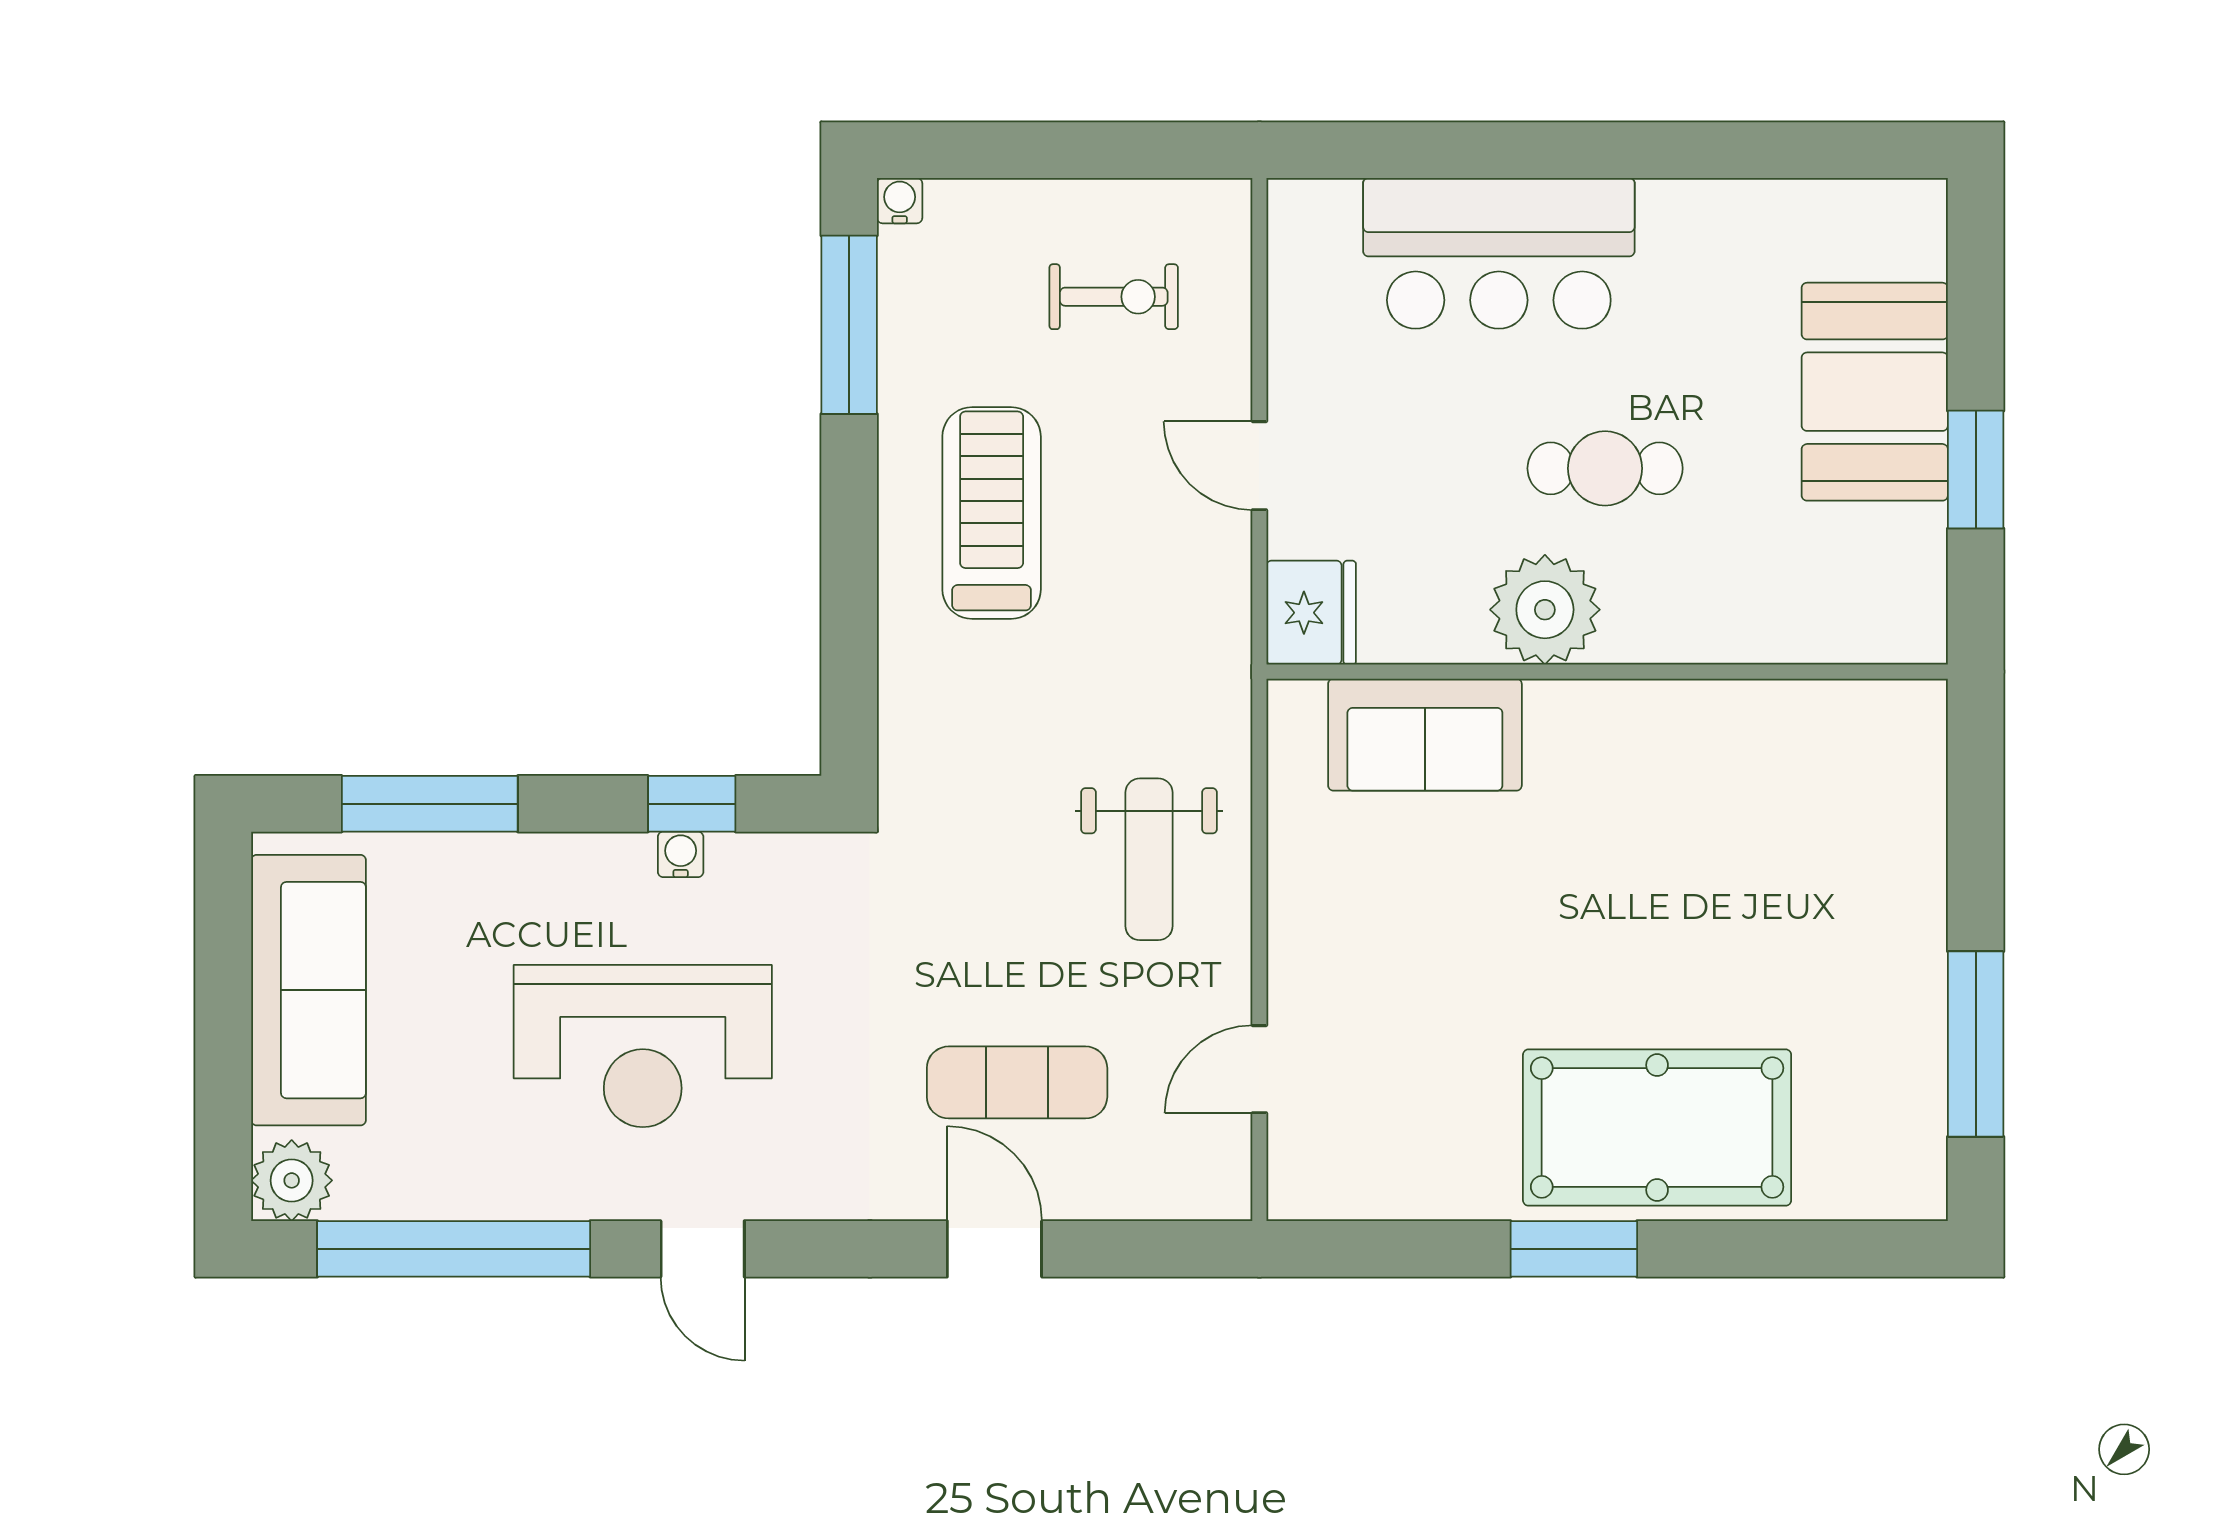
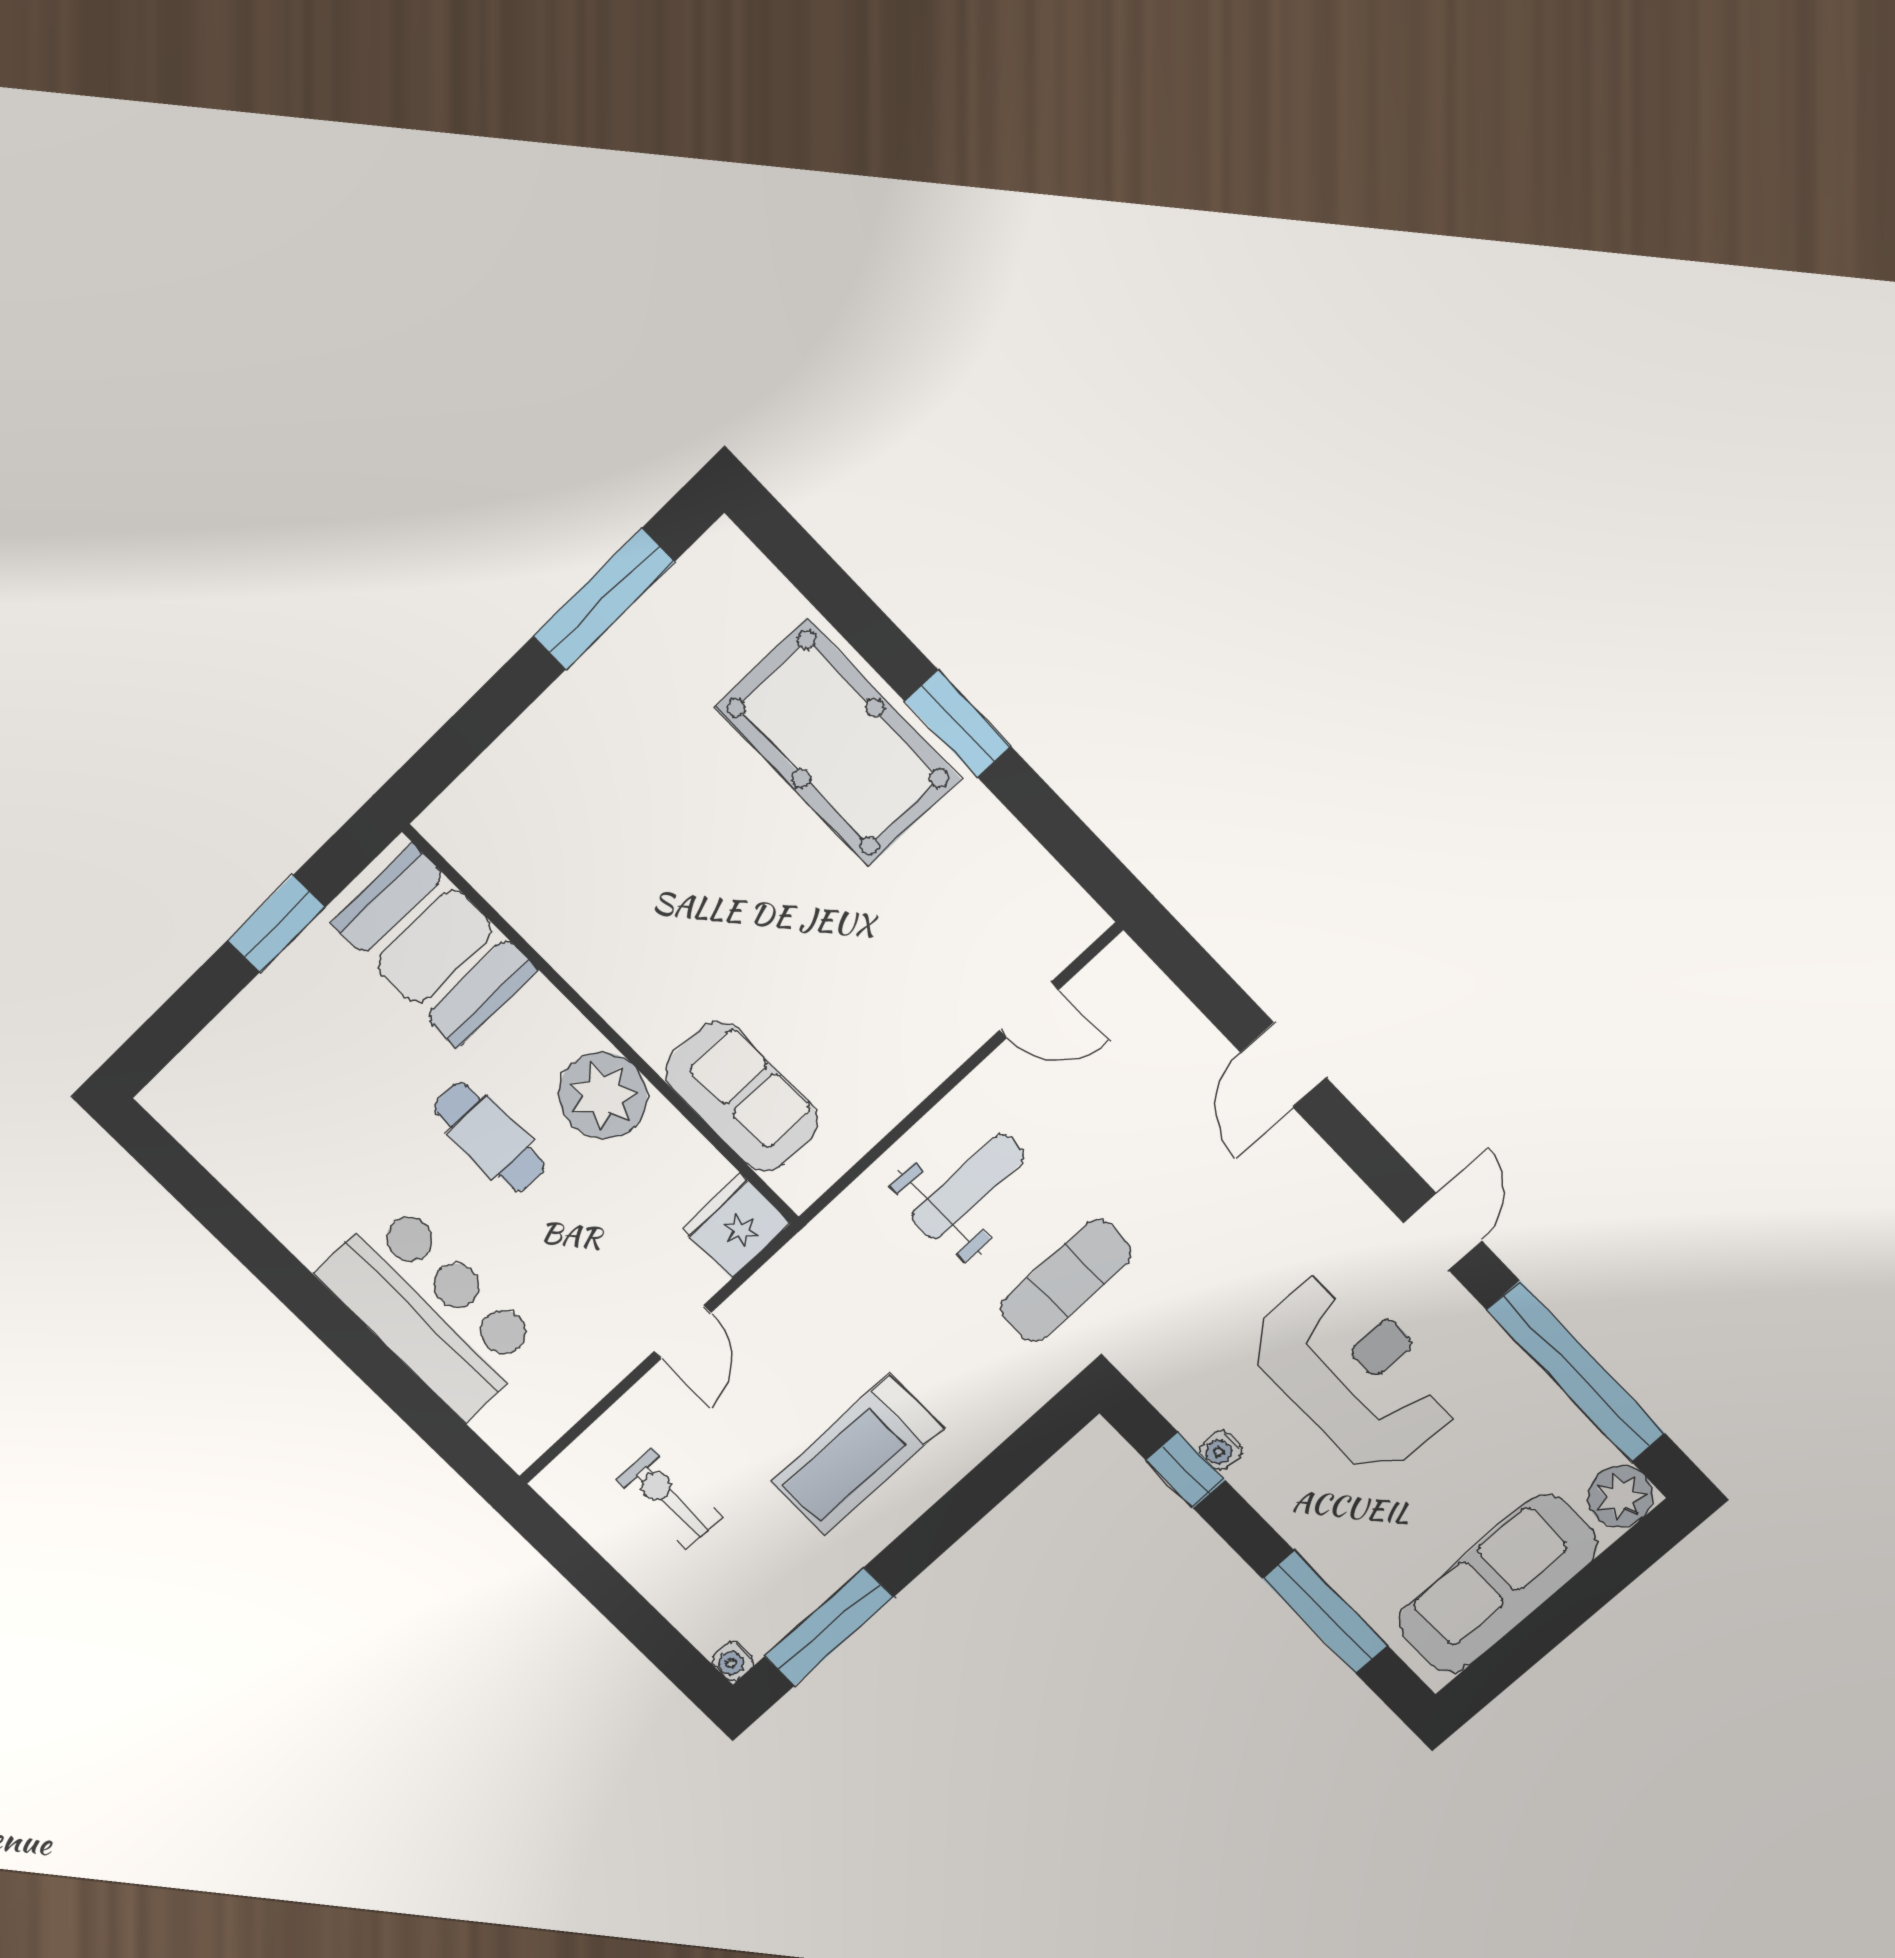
booth: (1875, 392) -> (435, 947), moved, turned 90
exercise mat: (1017, 1082) -> (1066, 1281), moved, turned 90

